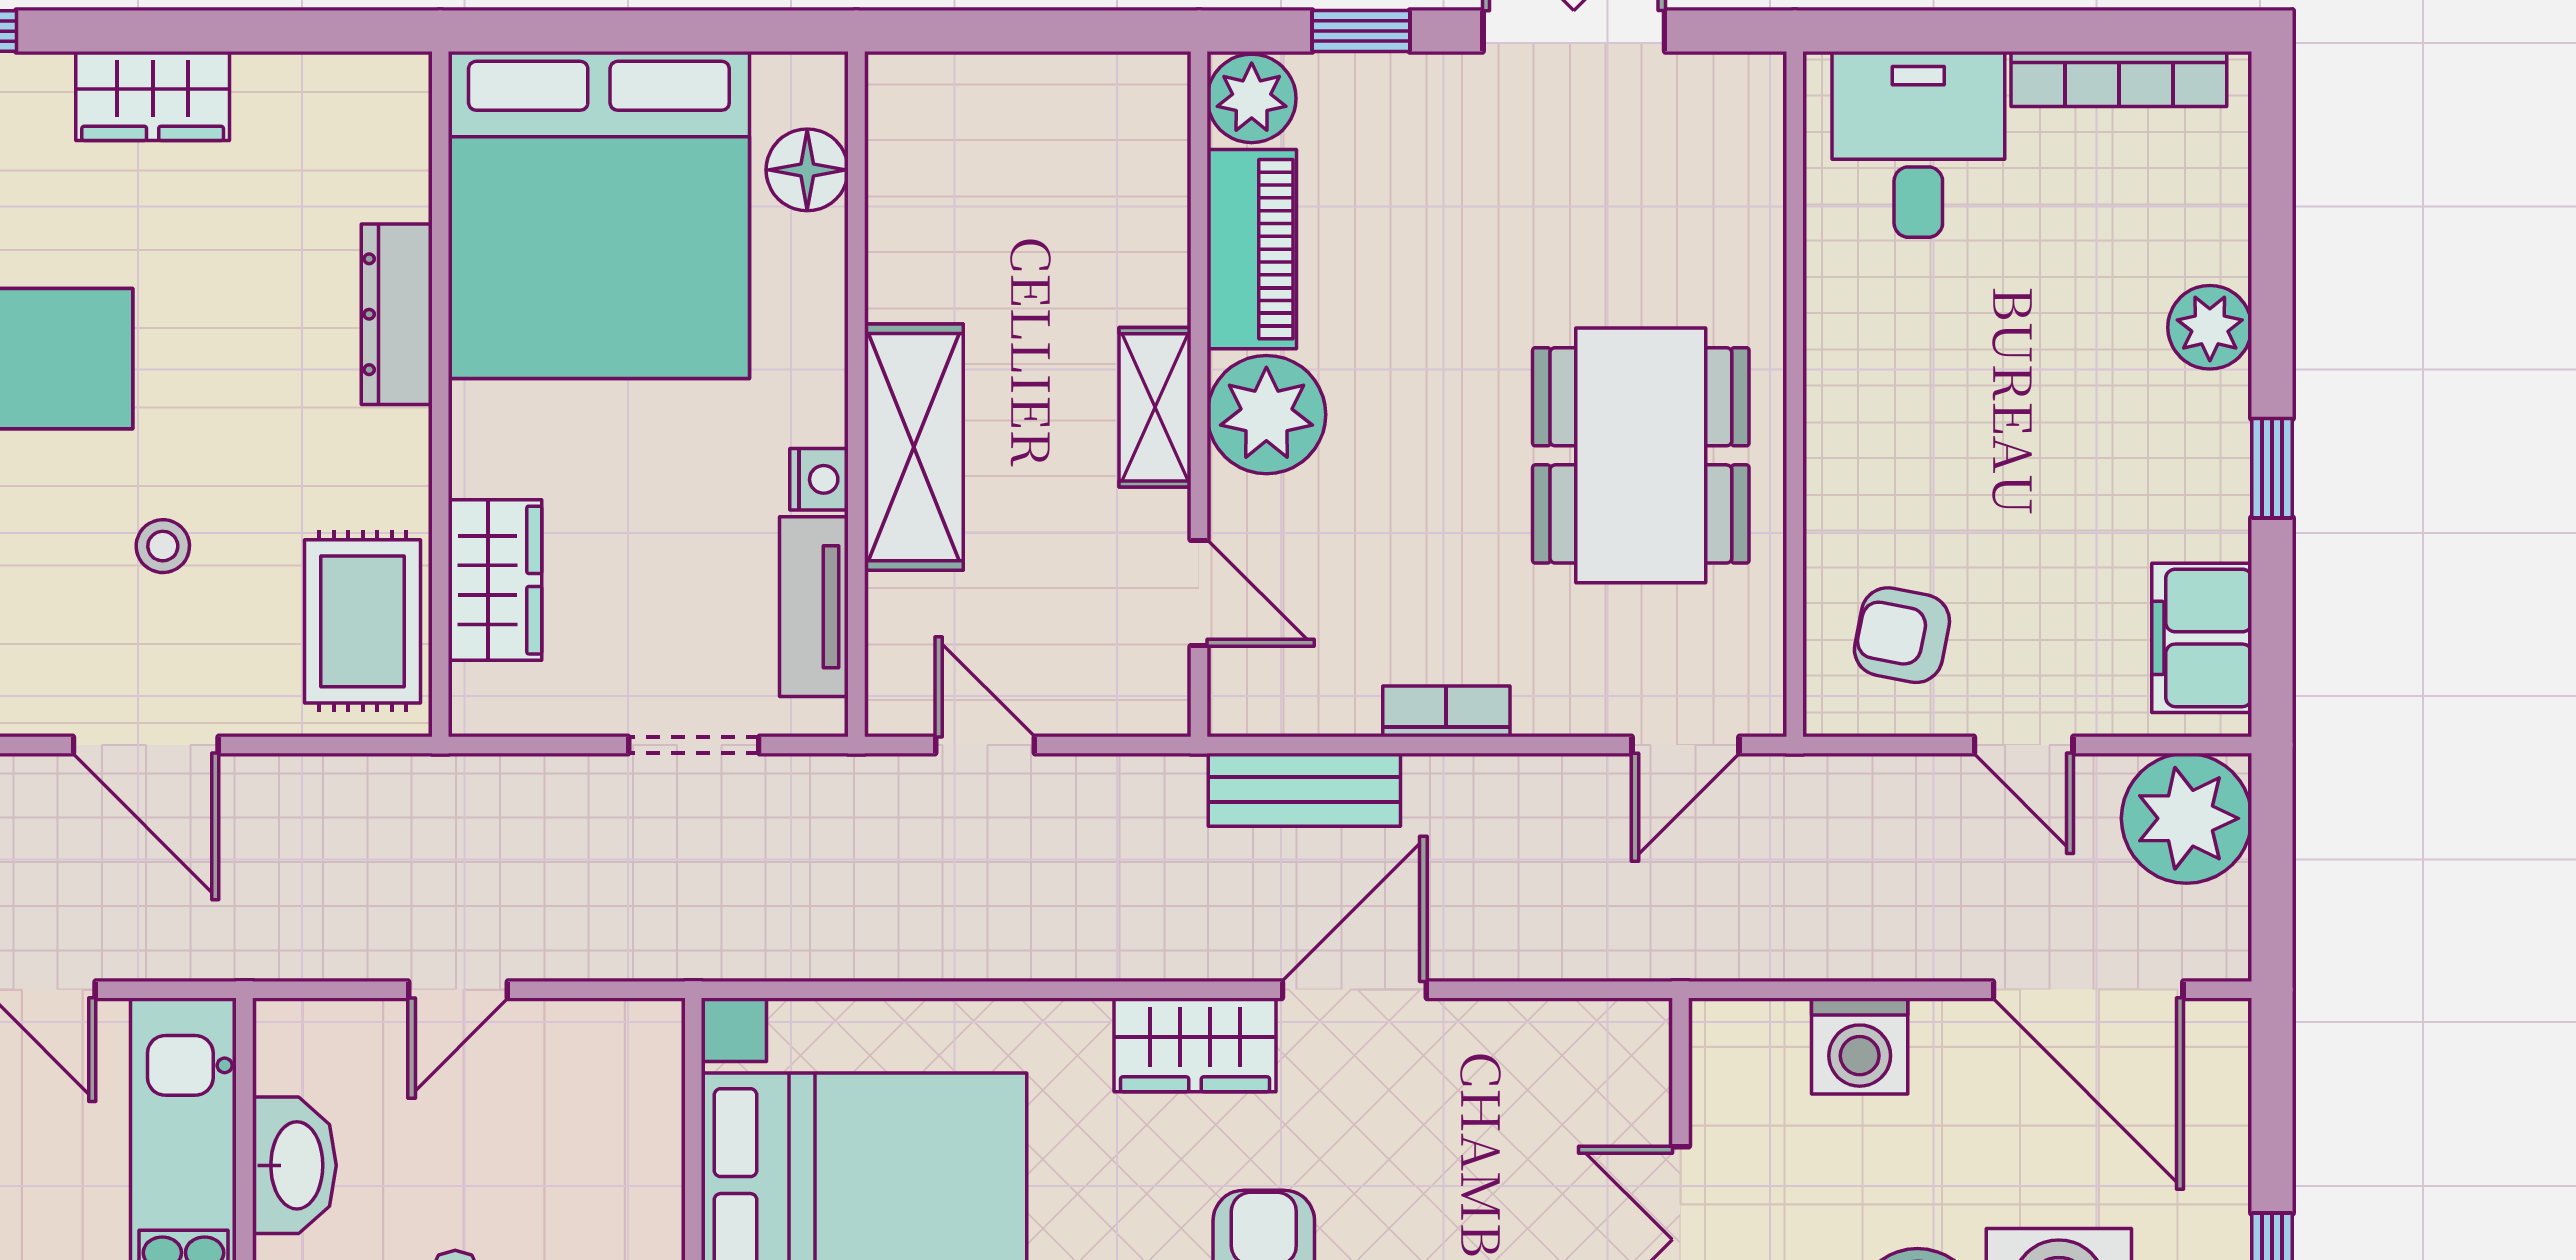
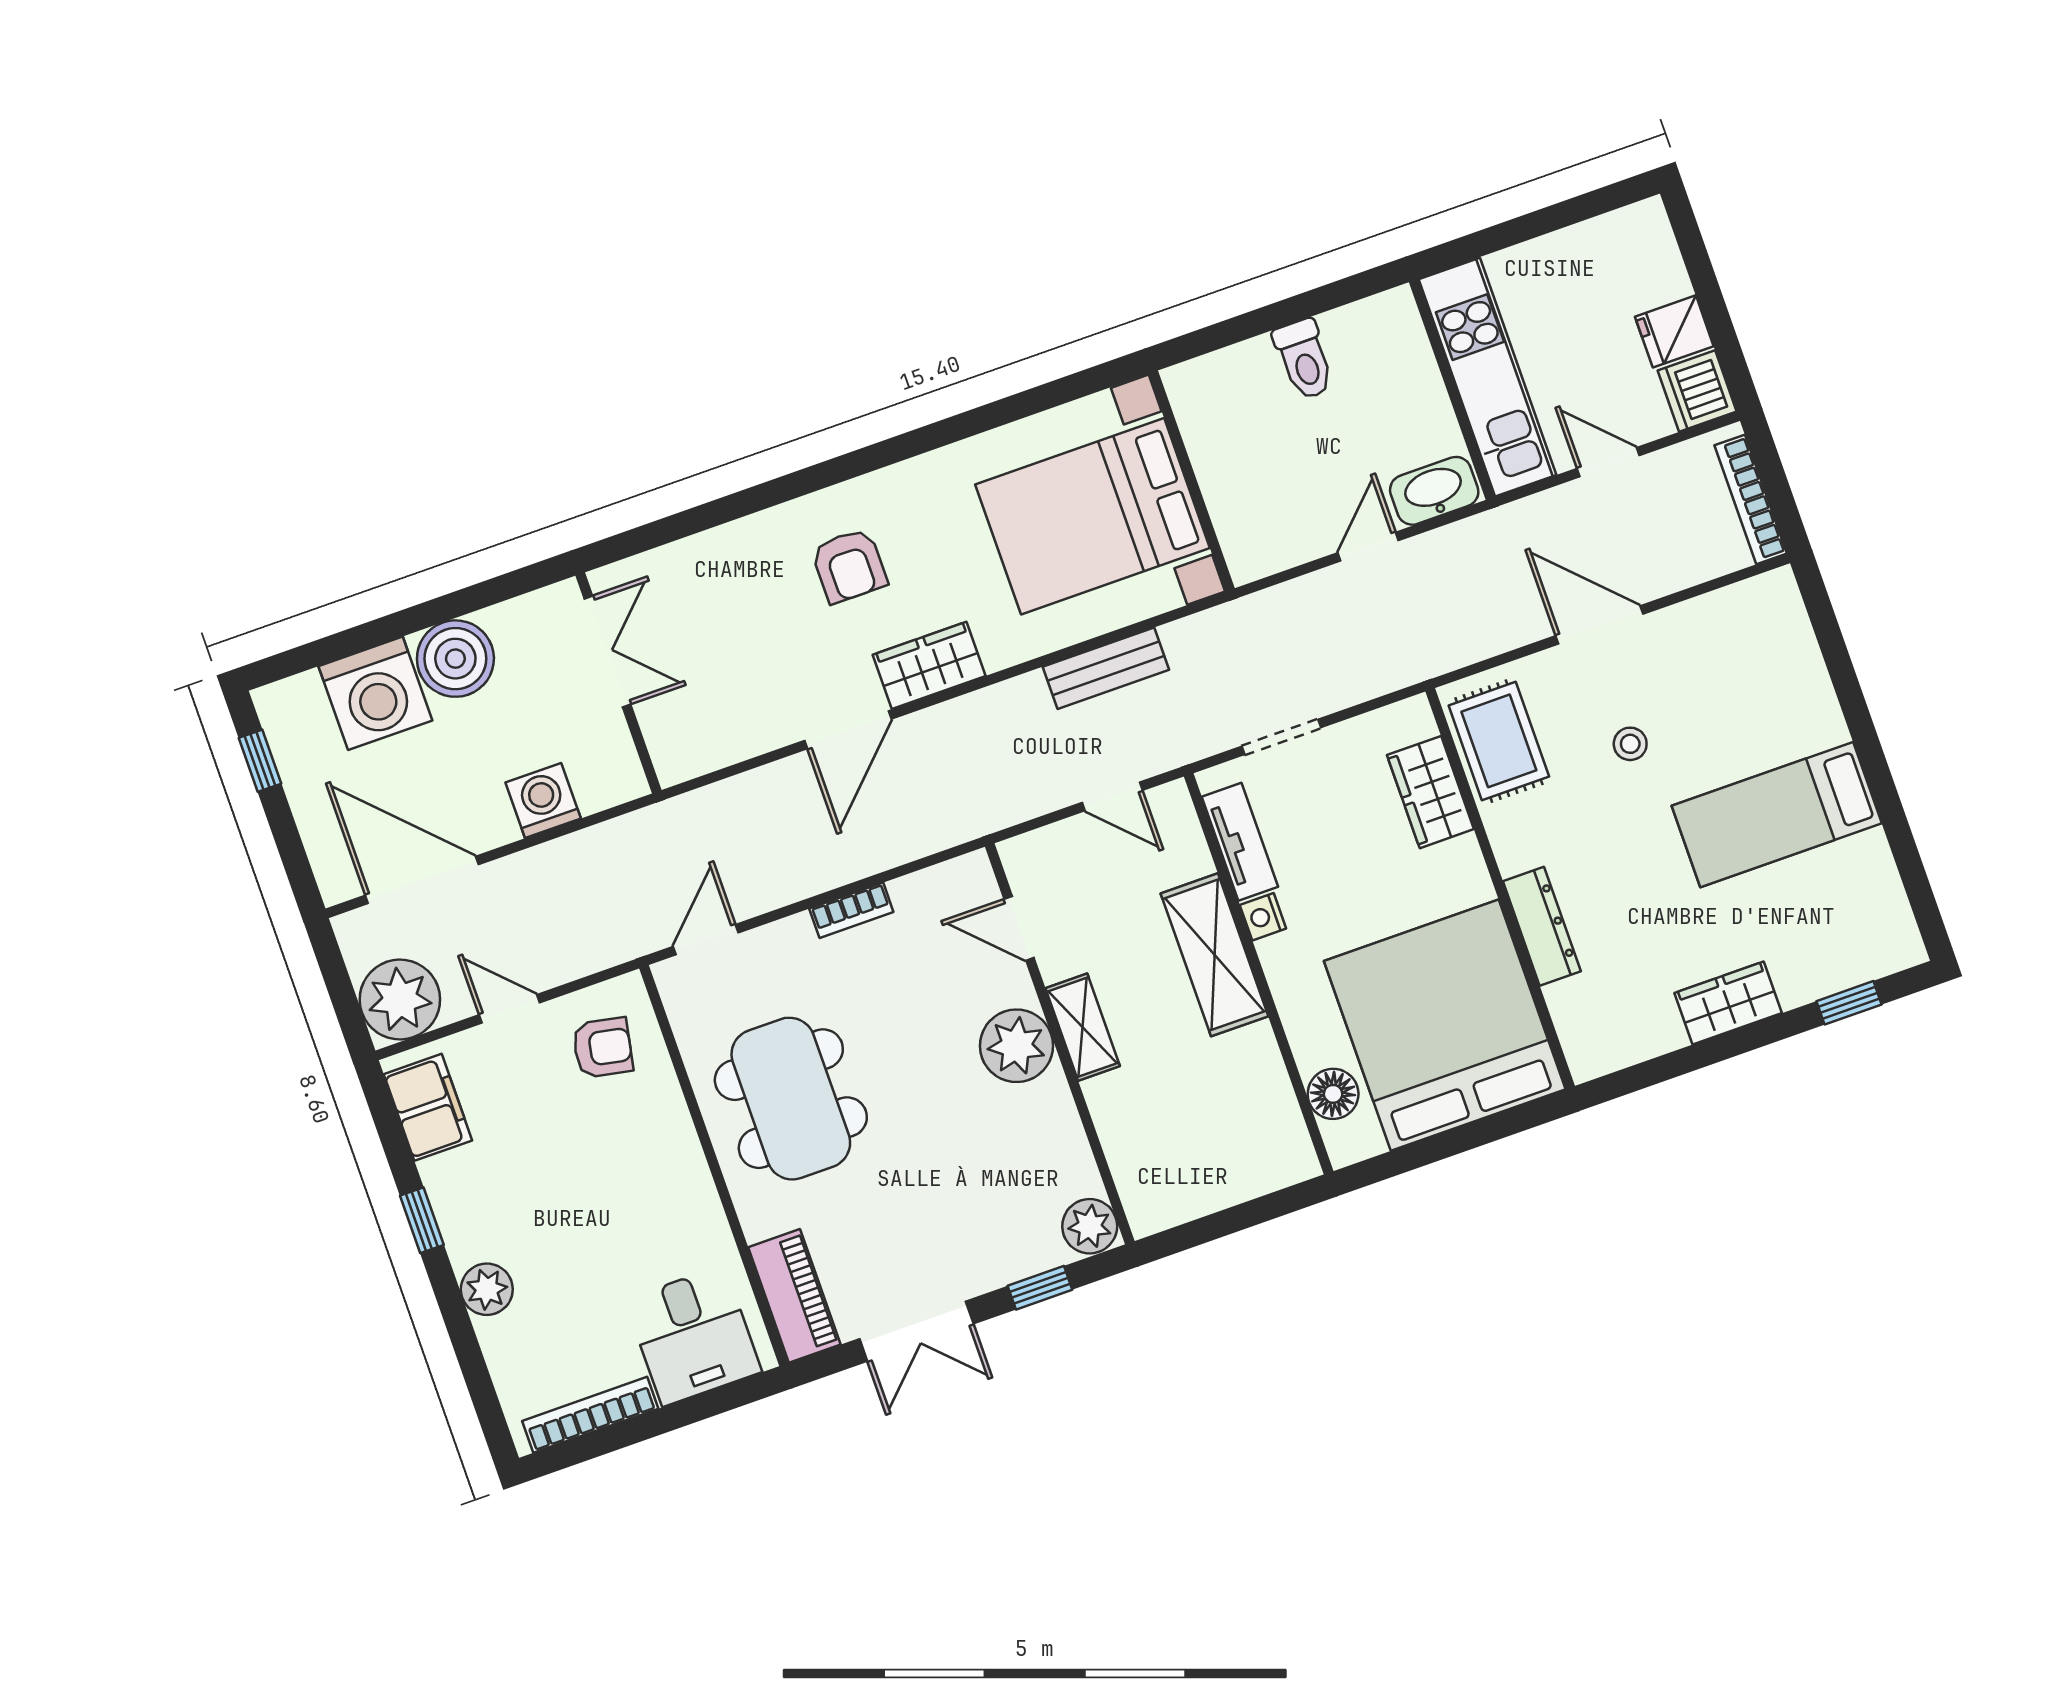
piano: (1252, 249) -> (794, 1296), moved, turned 180
bench: (1304, 790) -> (1106, 668), moved
washbasin: (294, 1165) -> (1434, 491), moved, turned 90

